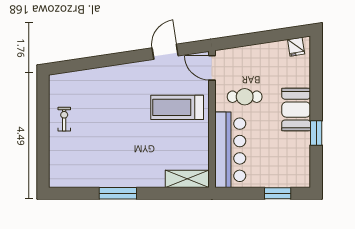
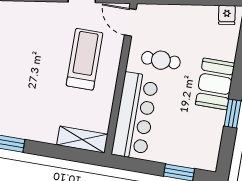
treadmill: (177, 107) -> (85, 59), turned 90

